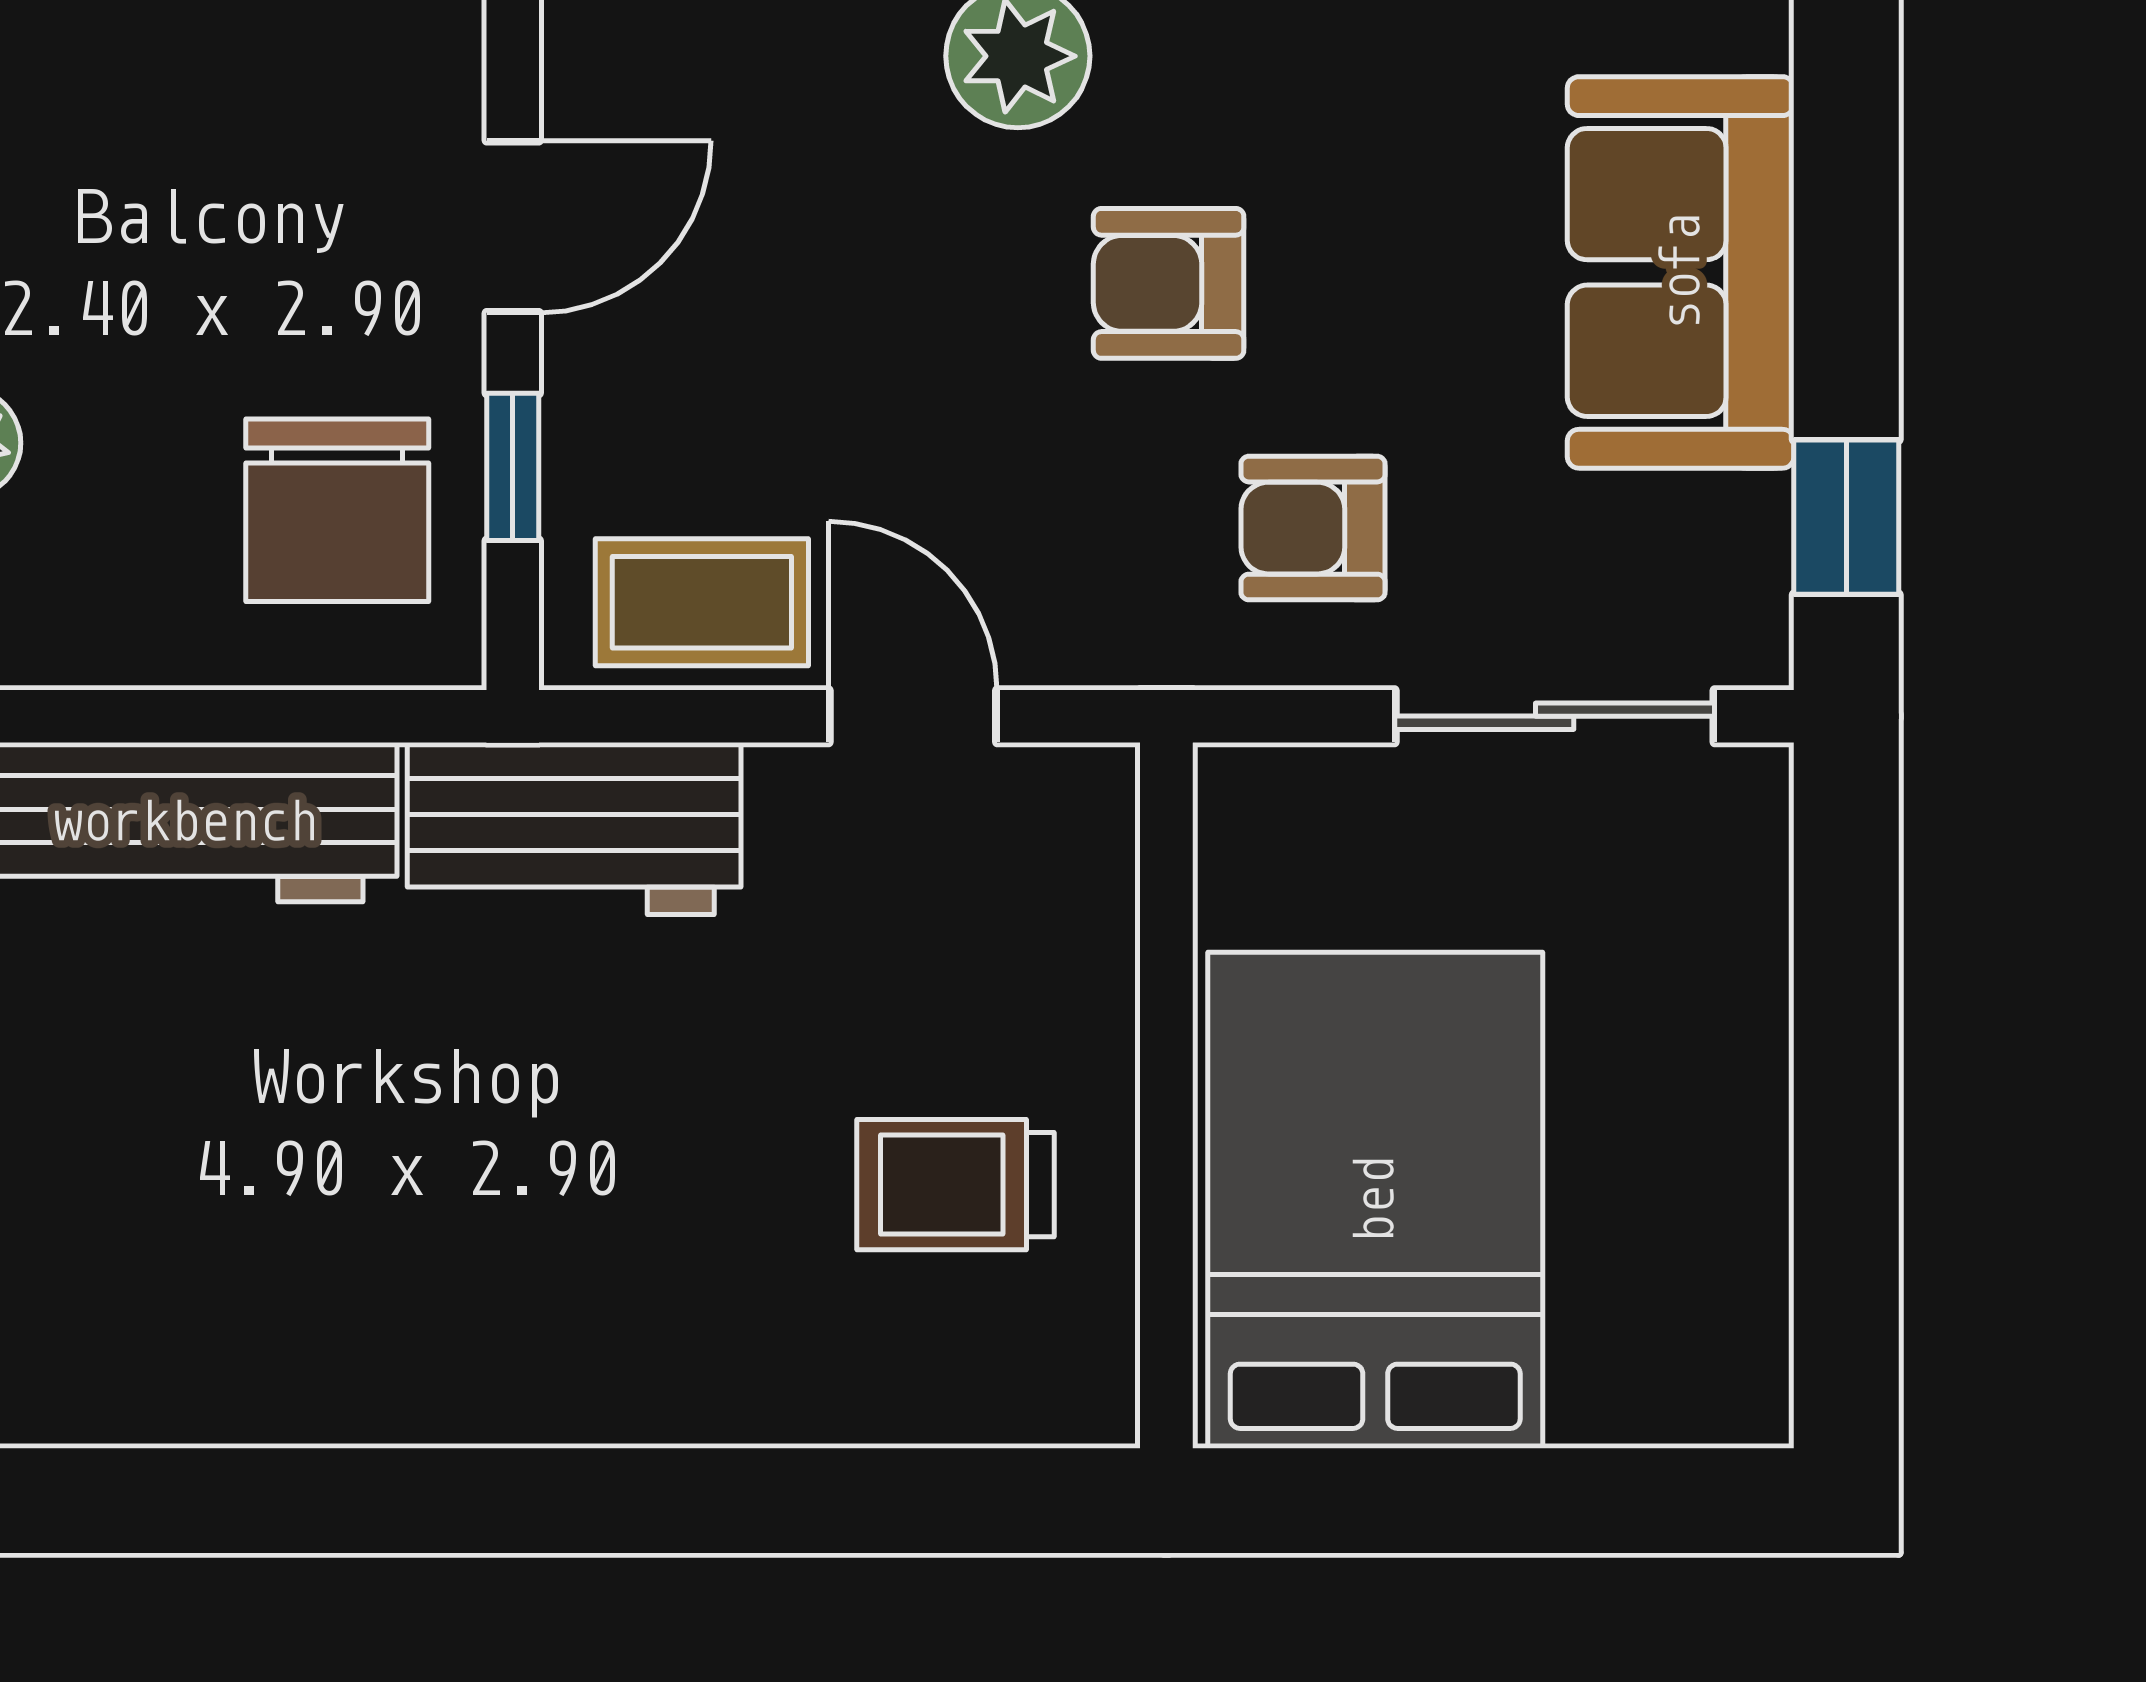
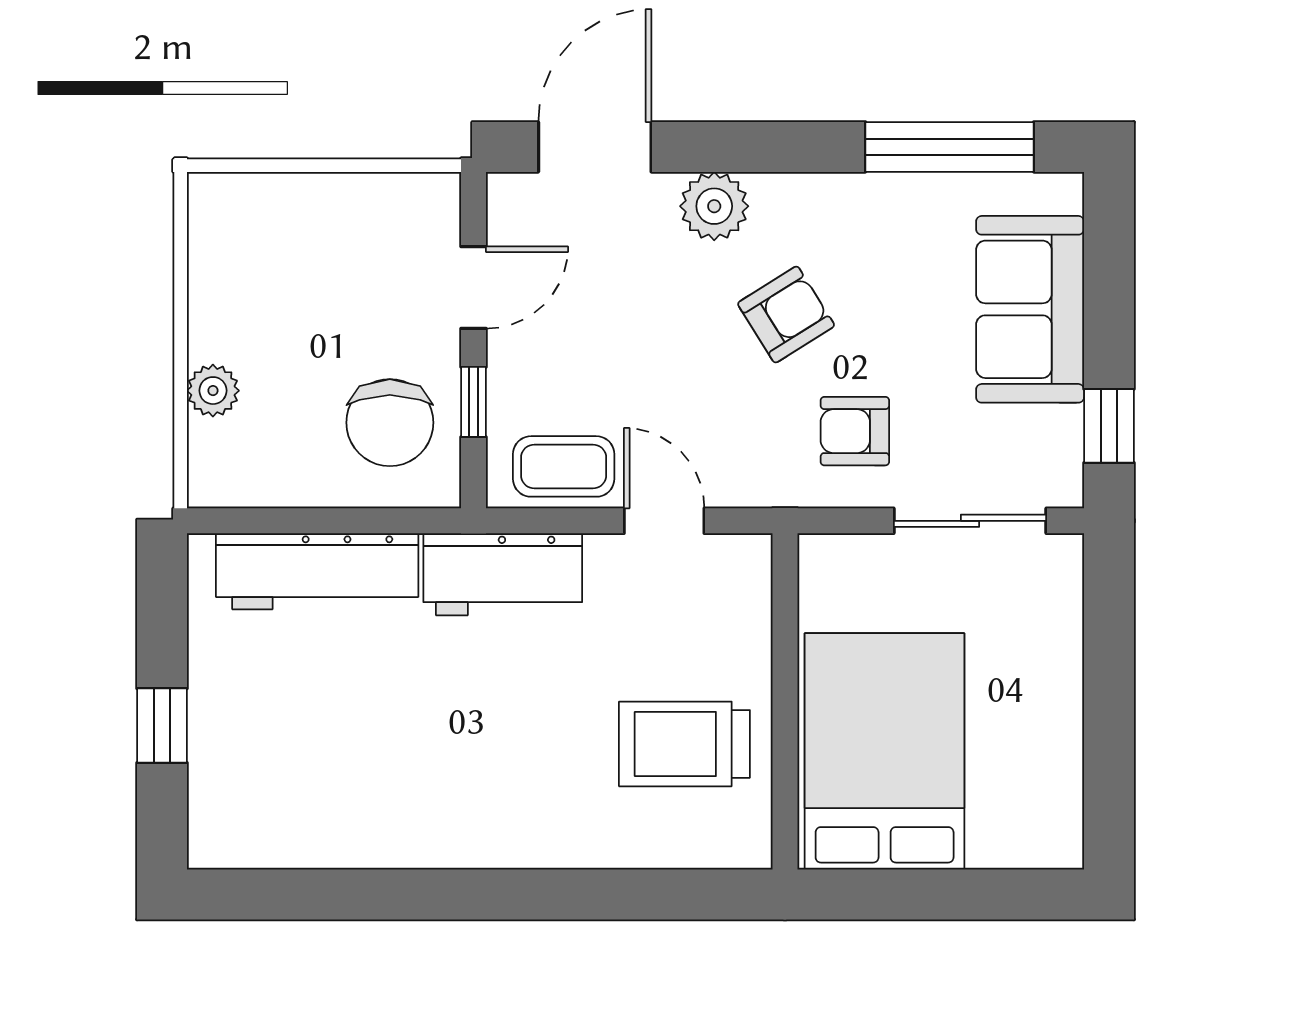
armchair: (1169, 283) -> (786, 315), turned 148
trolley: (955, 1185) -> (684, 744), width x1.36, depth x1.39

